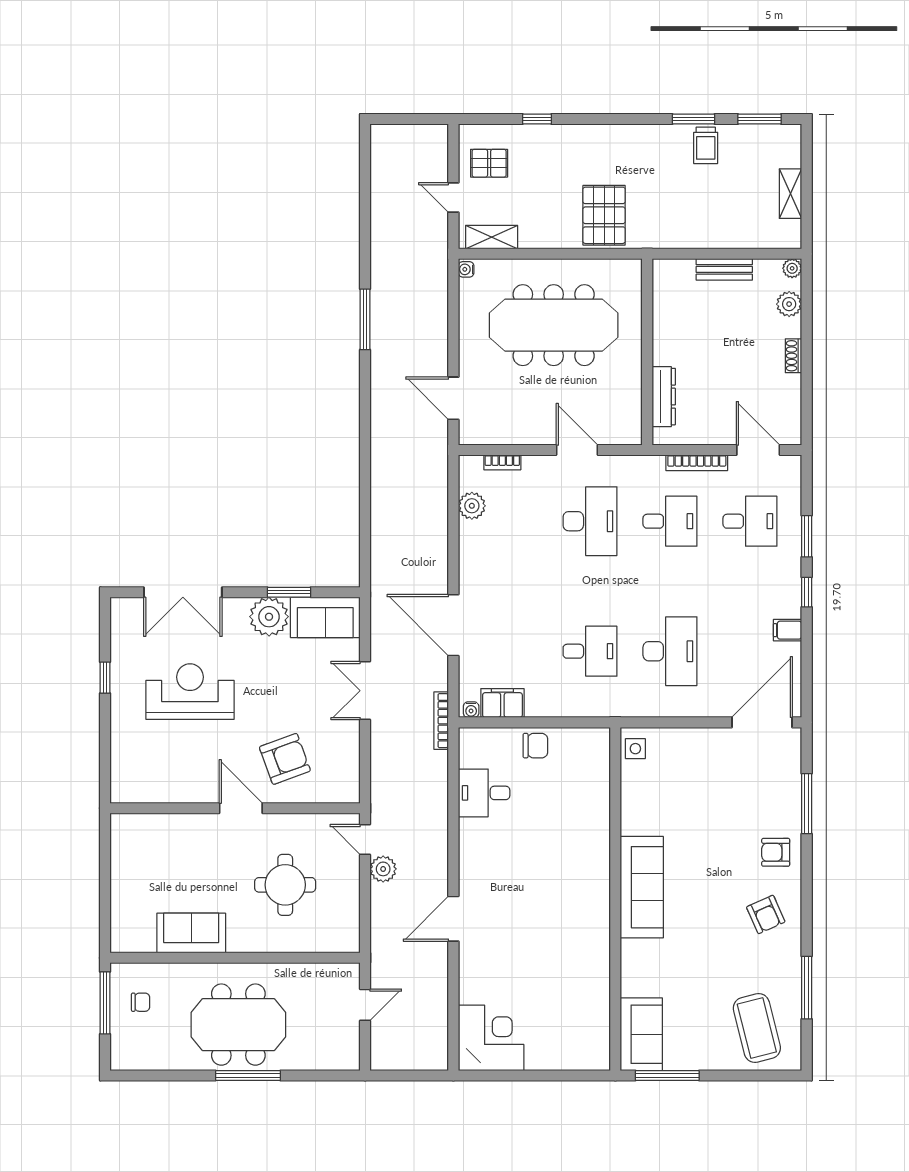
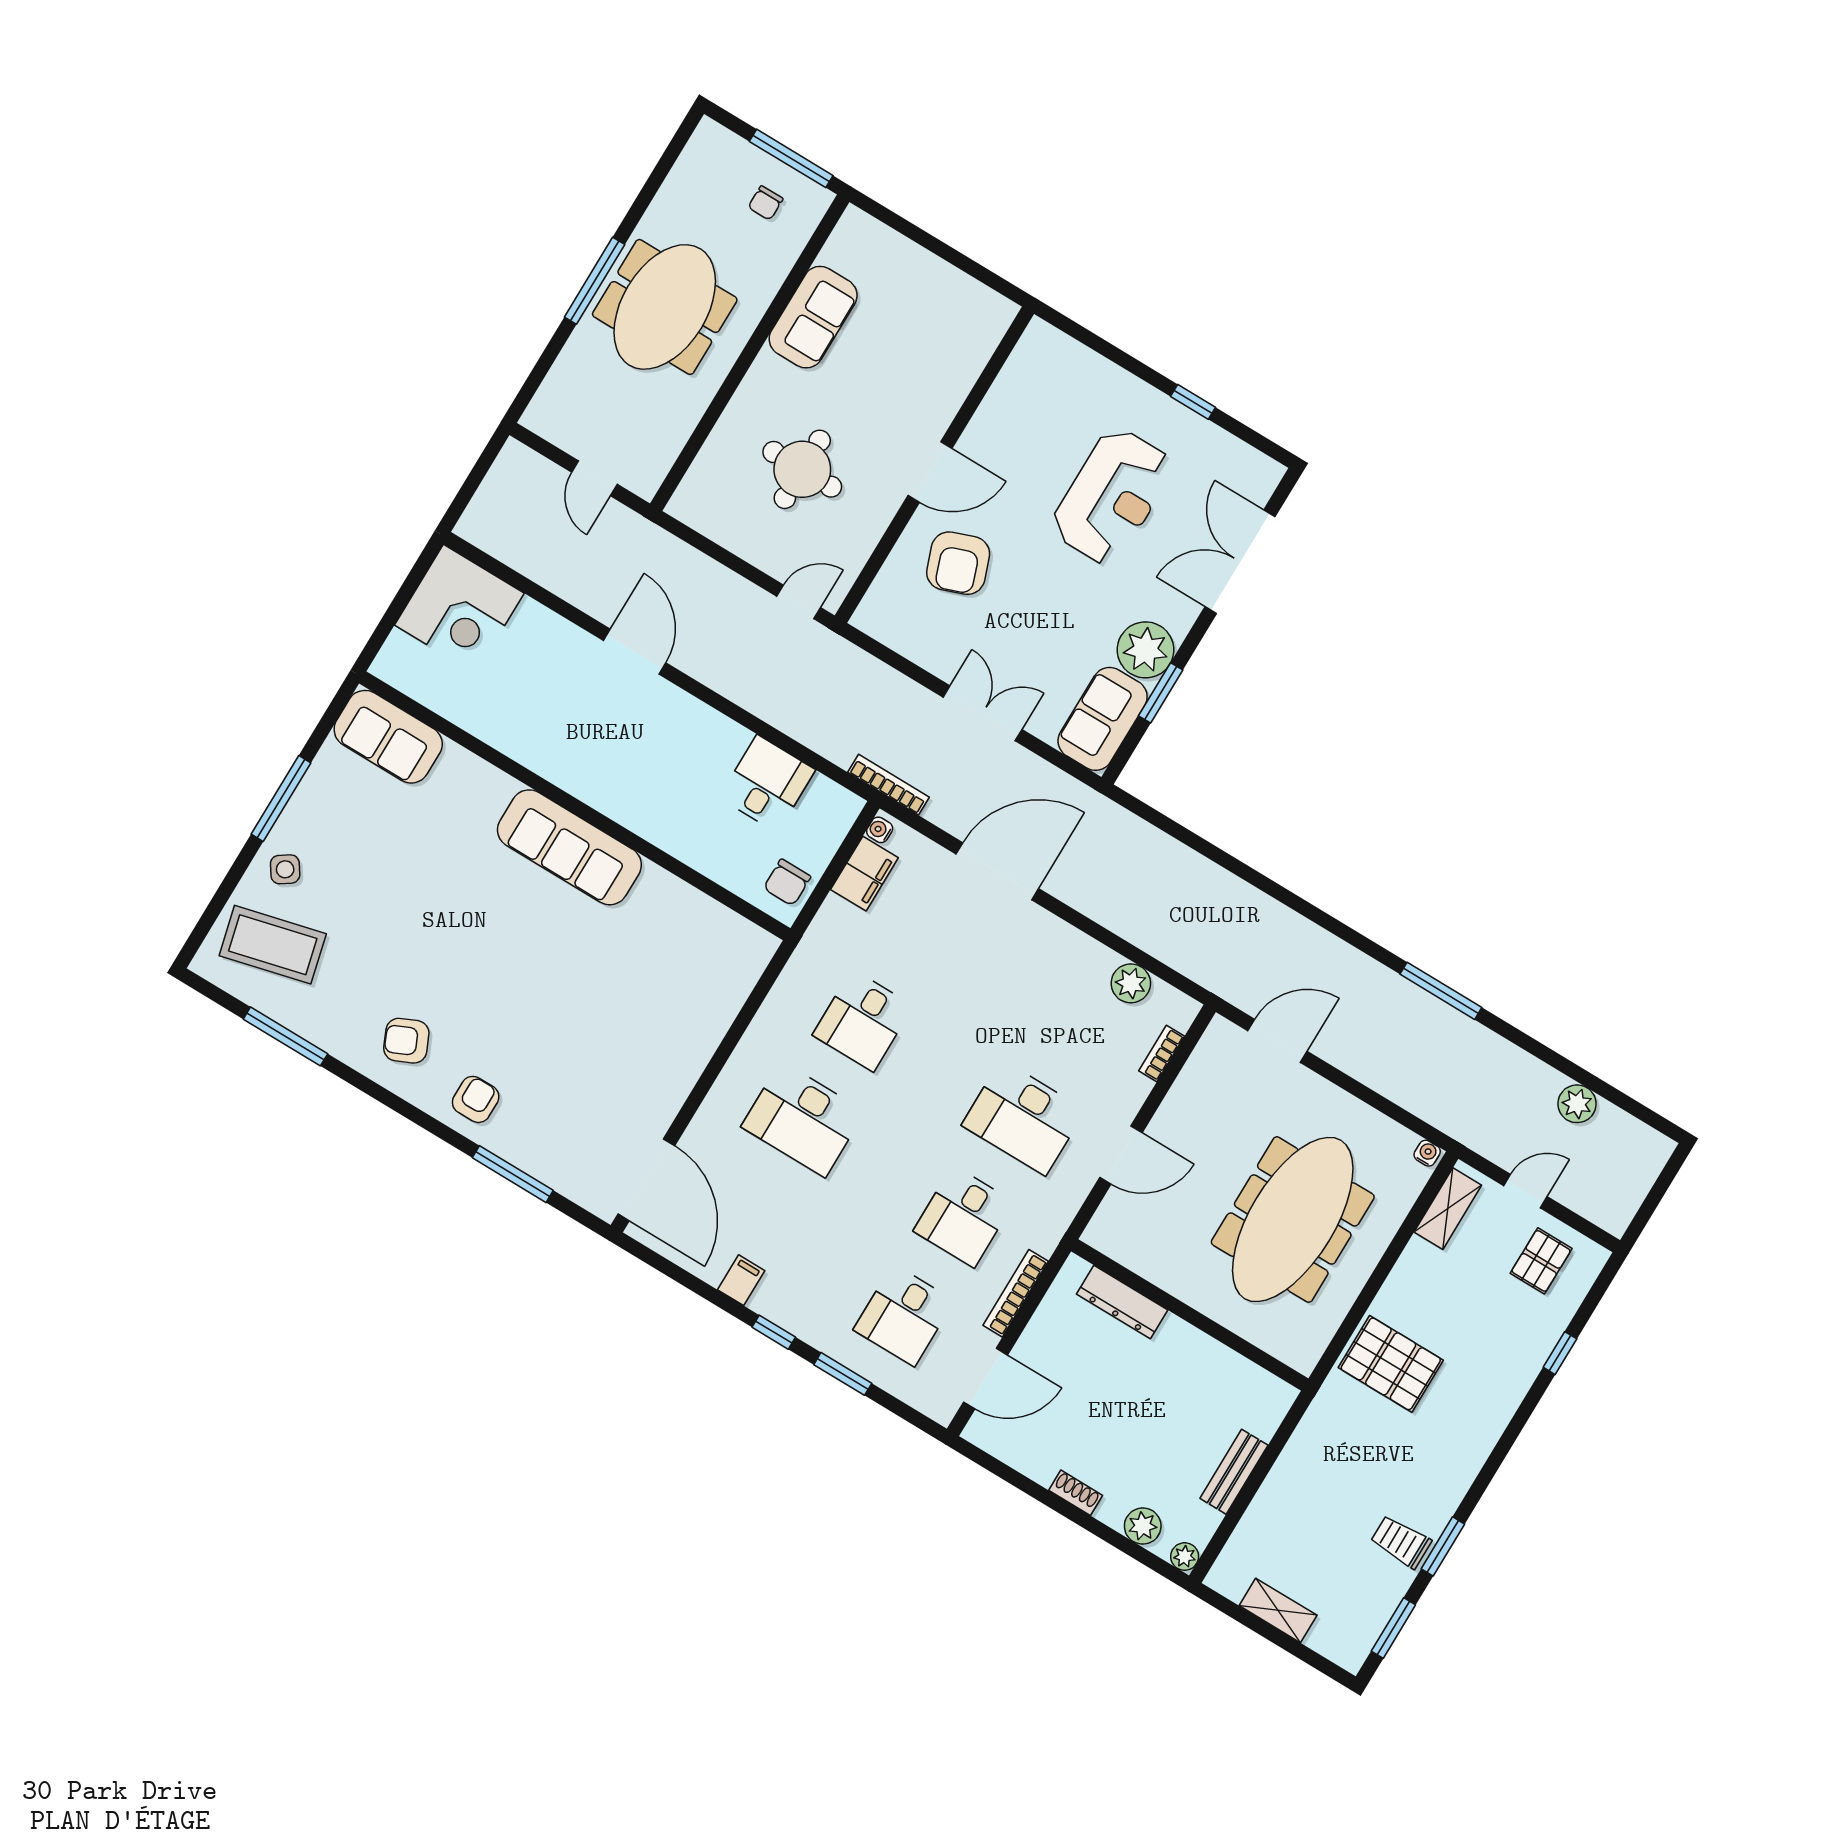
side table: (635, 749) -> (285, 869), moved, turned -34
plant: (383, 869) -> (1577, 1104), moved
sofa: (642, 887) -> (569, 847), moved
wall: (615, 899) -> (575, 806), moved
sofa: (641, 1034) -> (388, 737), moved

